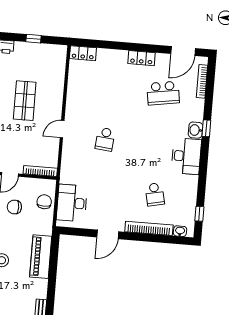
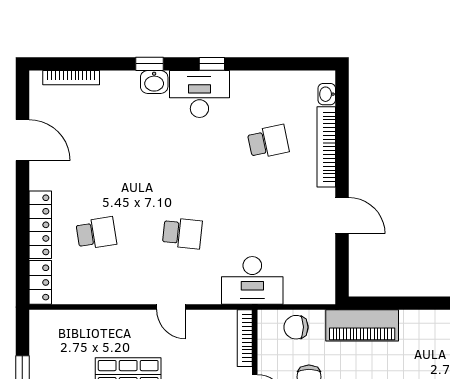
door: (183, 51) -> (22, 140), moved
locker: (141, 58) -> (40, 225), moved, width x1.53
school desk: (163, 93) -> (96, 233), moved, width x0.54
desk: (72, 203) -> (252, 280), moved
window: (199, 214) -> (212, 64), moved
piano: (41, 257) -> (362, 325), moved

